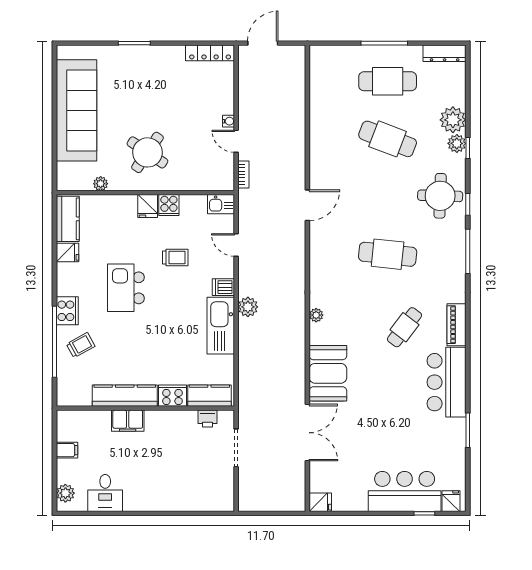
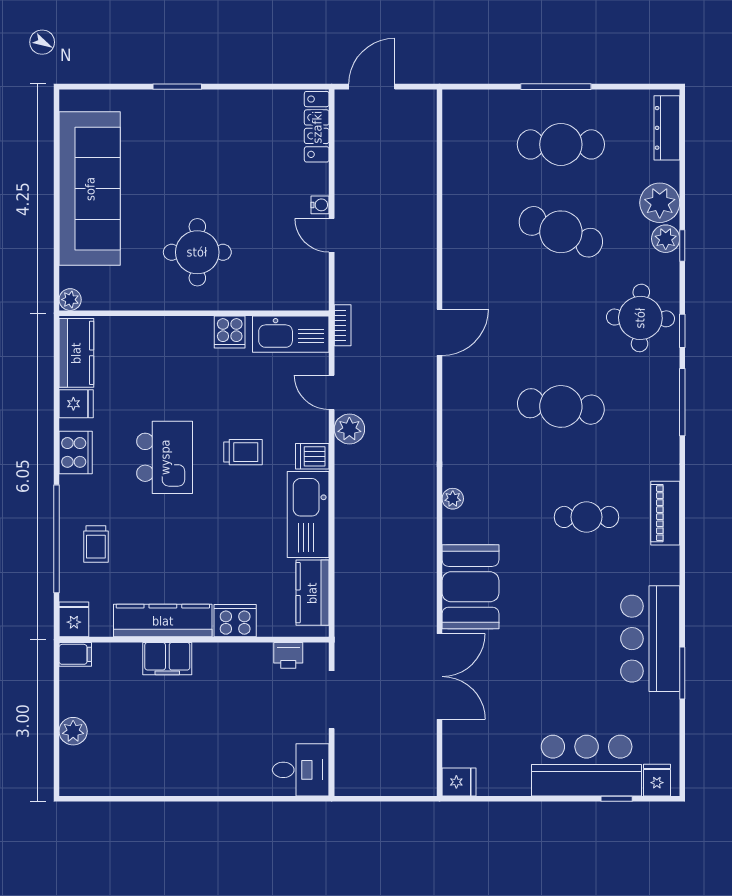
locker: (210, 53) -> (317, 127), moved, turned 90
dresser: (445, 53) -> (667, 128), moved, turned 90
round table: (147, 152) -> (197, 252), turned -34
bookcase: (243, 174) -> (343, 325), moved
plant: (101, 184) -> (70, 300), moved
kitchen sink: (221, 204) -> (291, 334), width x1.88, depth x1.24
fridge: (148, 206) -> (74, 619), moved, turned 180
trolley: (175, 258) -> (243, 452), moved
kitchen island: (126, 288) -> (165, 457), turned 180
plant: (248, 307) -> (349, 429), moved
cooker: (67, 311) -> (76, 452), moved
cafe table: (405, 327) -> (586, 517), turned 53
trolley: (81, 345) -> (96, 544), turned 119
bar counter: (447, 382) -> (650, 639), moved
kitchen counter: (209, 396) -> (312, 593), moved, turned -90
filing cabinet: (67, 450) -> (75, 654), moved
plant: (65, 493) -> (73, 731), moved
desk: (105, 493) -> (301, 770), moved, turned -90

